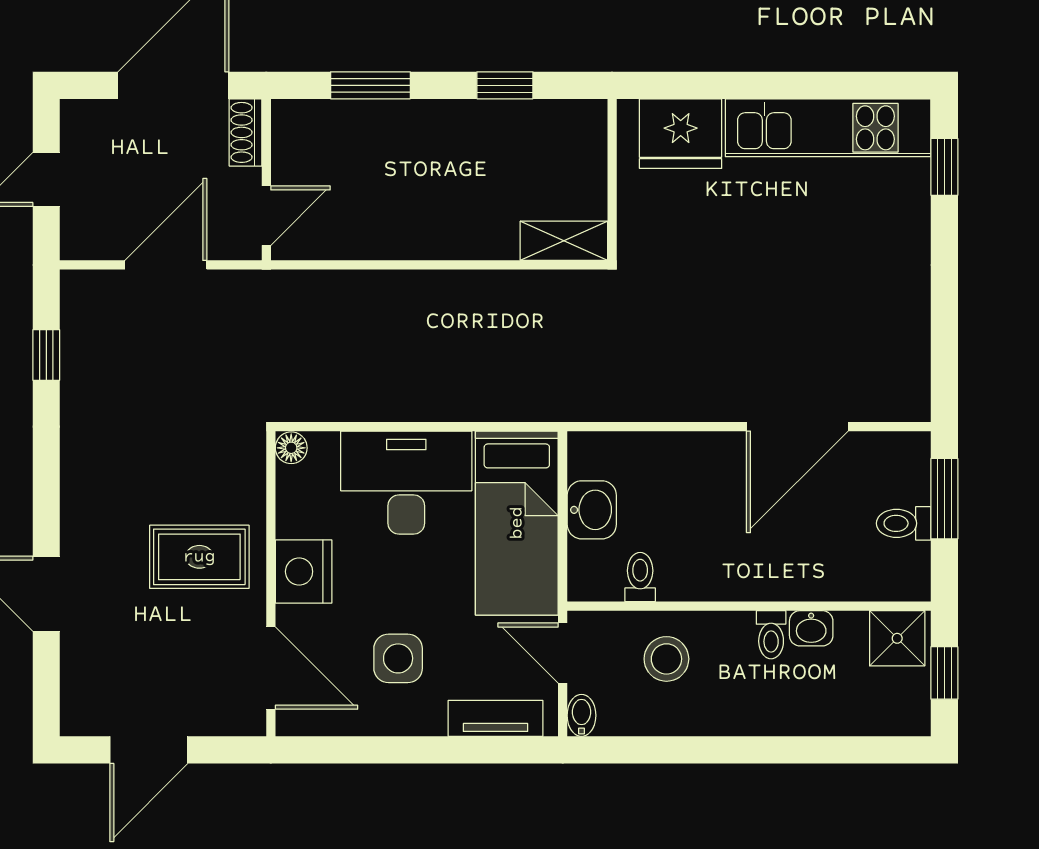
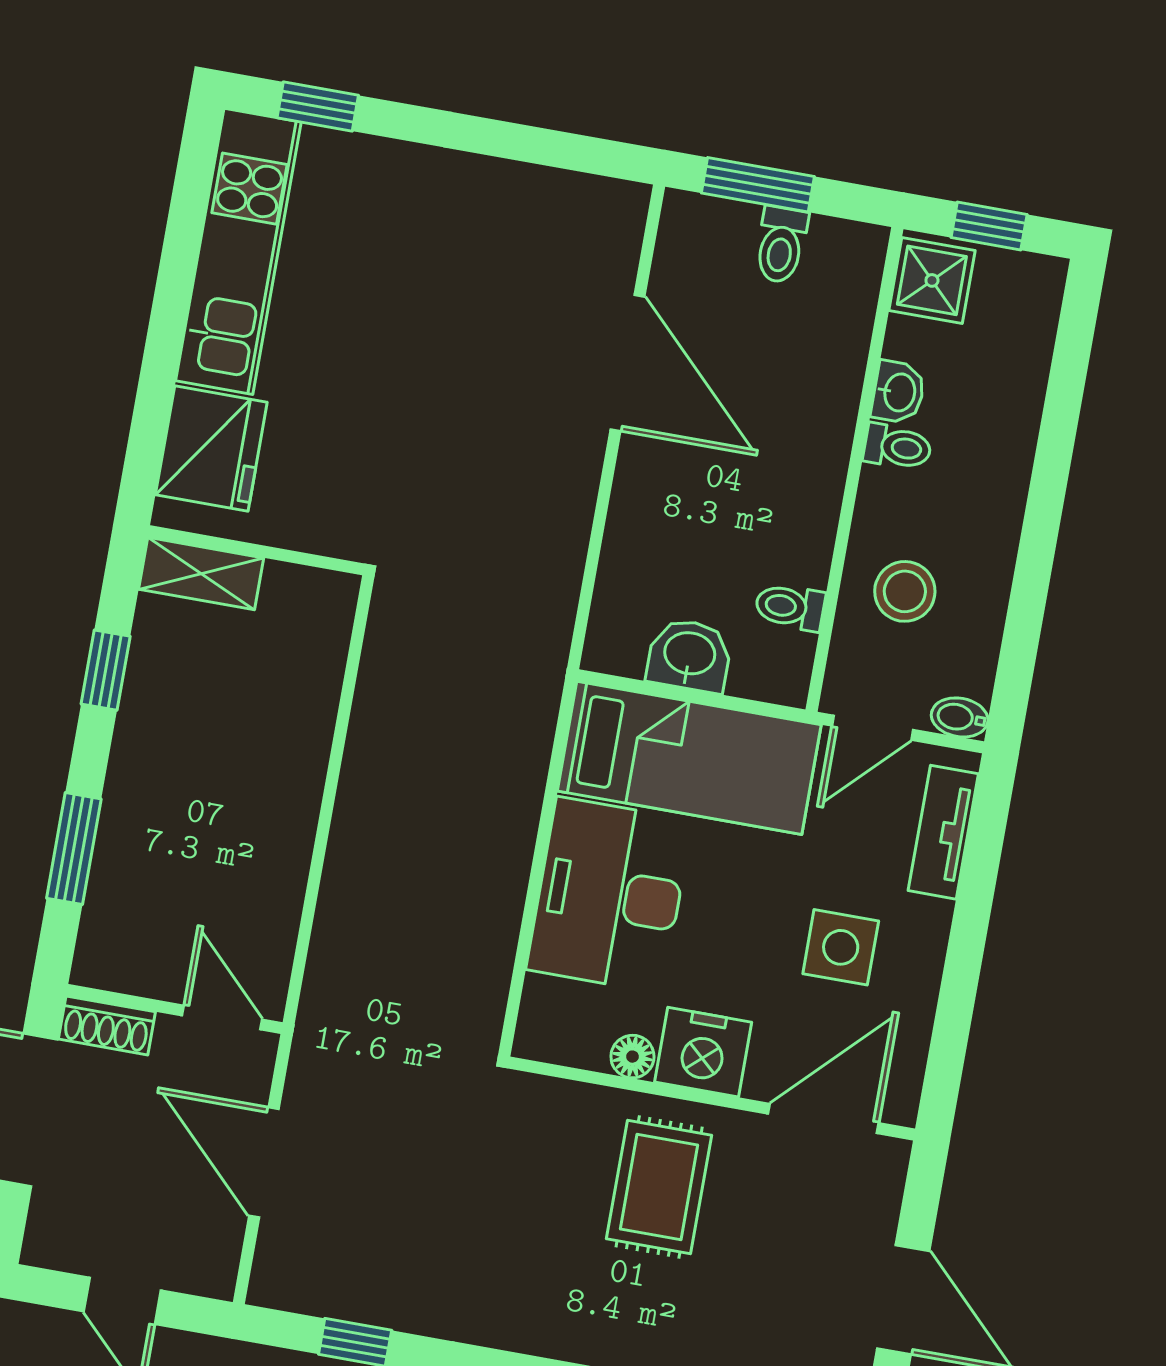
shelving: (564, 241) -> (201, 574), moved, turned 90
floor lamp: (291, 448) -> (632, 1057), moved

